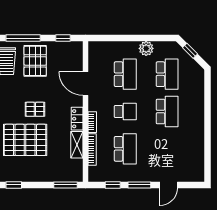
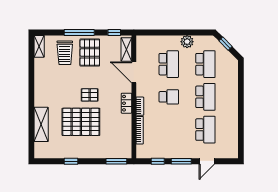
shelving: (77, 145) -> (126, 49), moved
school desk: (125, 149) -> (205, 130), moved

